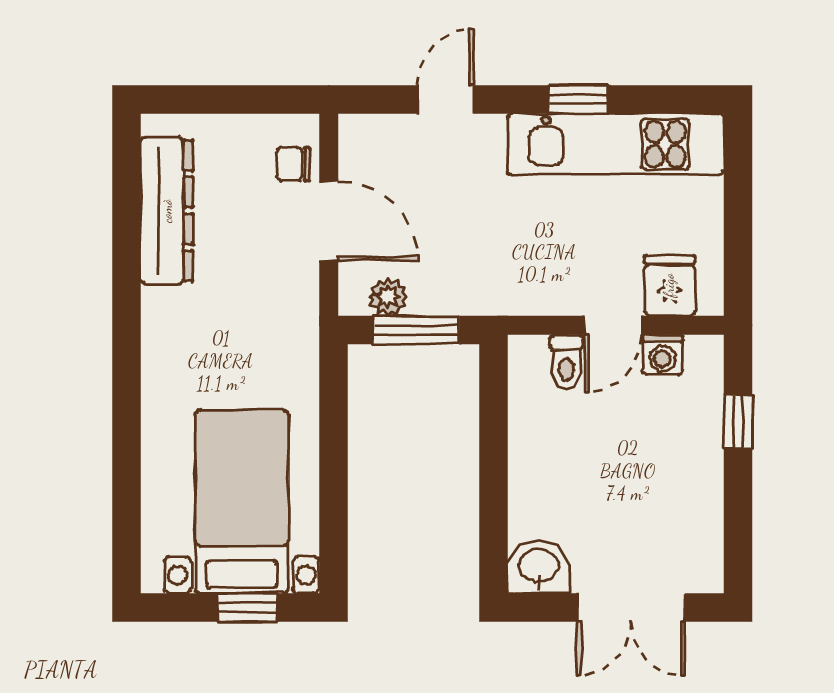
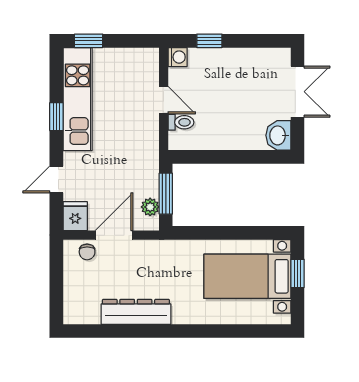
door: (446, 99) -> (56, 180), hinge flipped
window: (738, 167) -> (89, 41), added
dresser: (167, 211) -> (136, 312), moved
fridge: (669, 285) -> (75, 216), moved, turned 90
washing machine: (662, 355) -> (178, 57), moved

